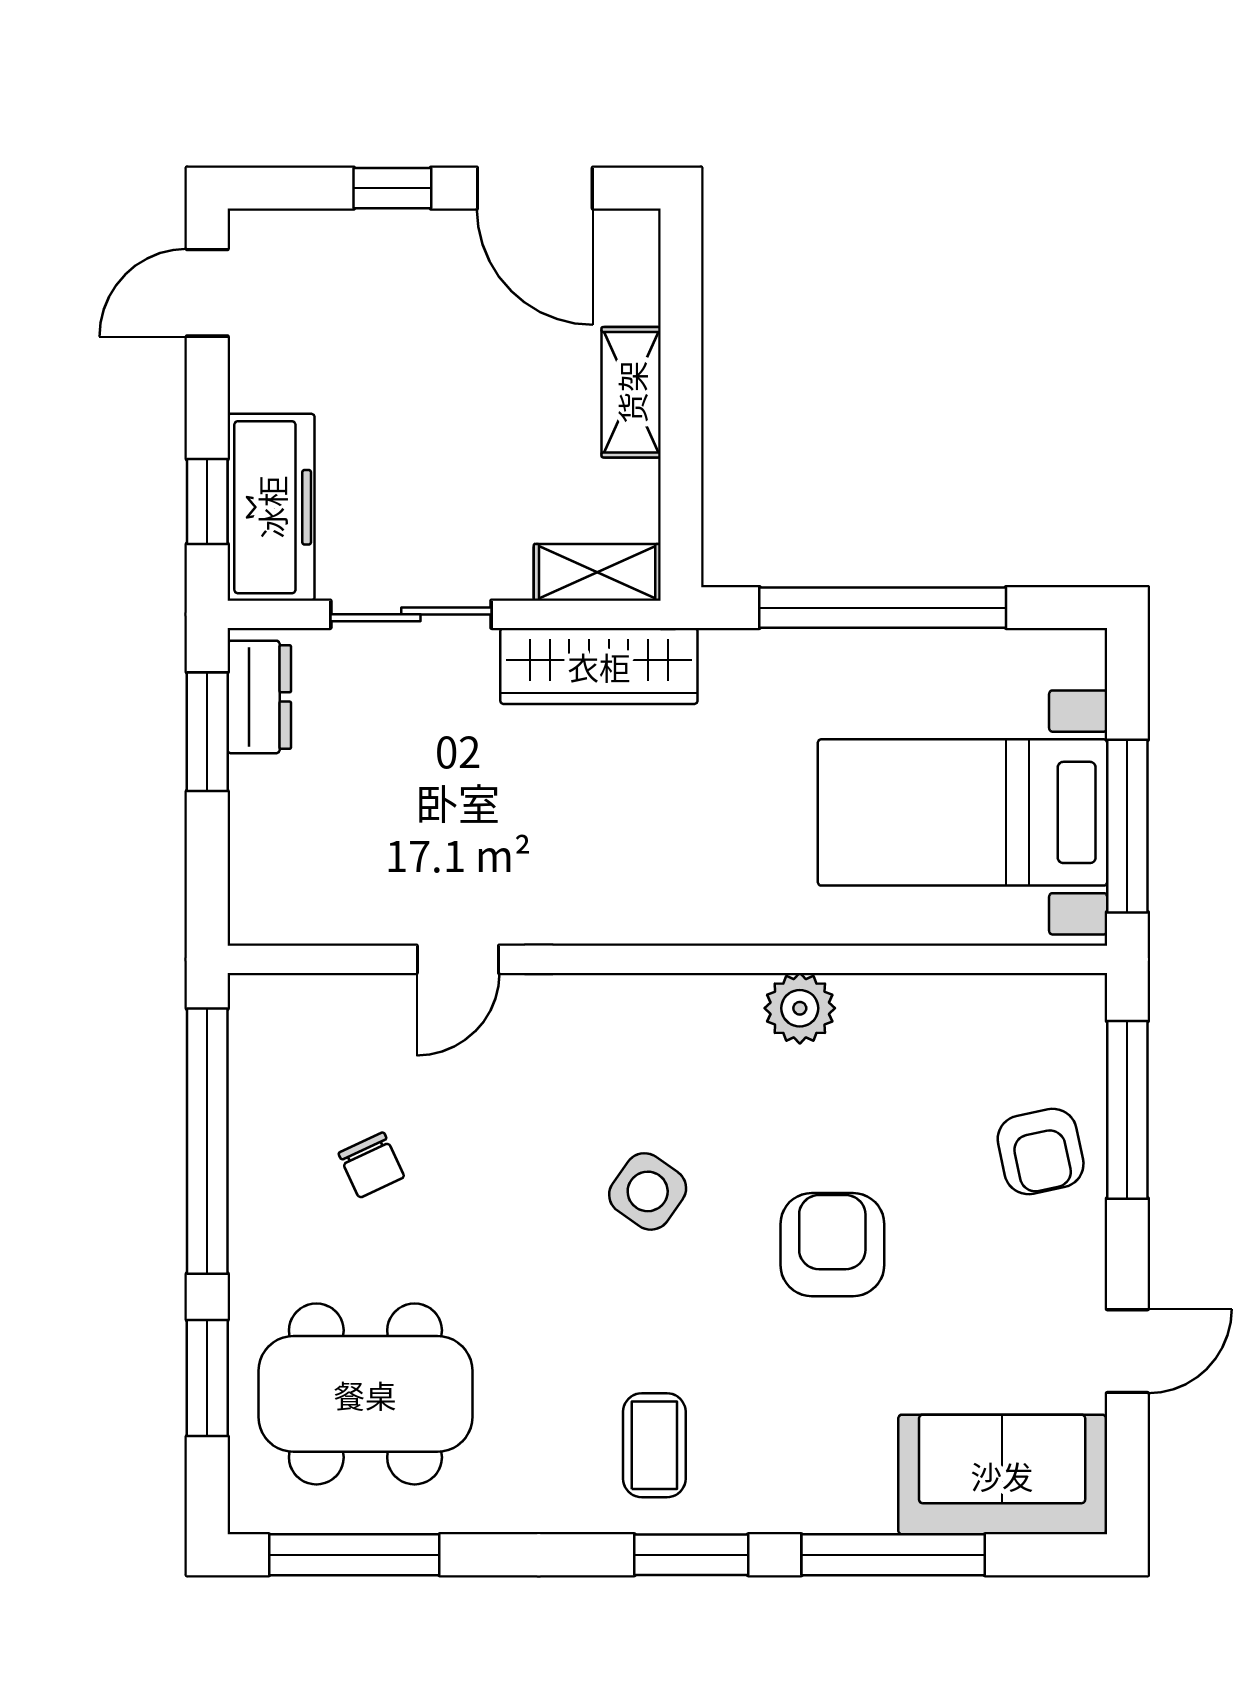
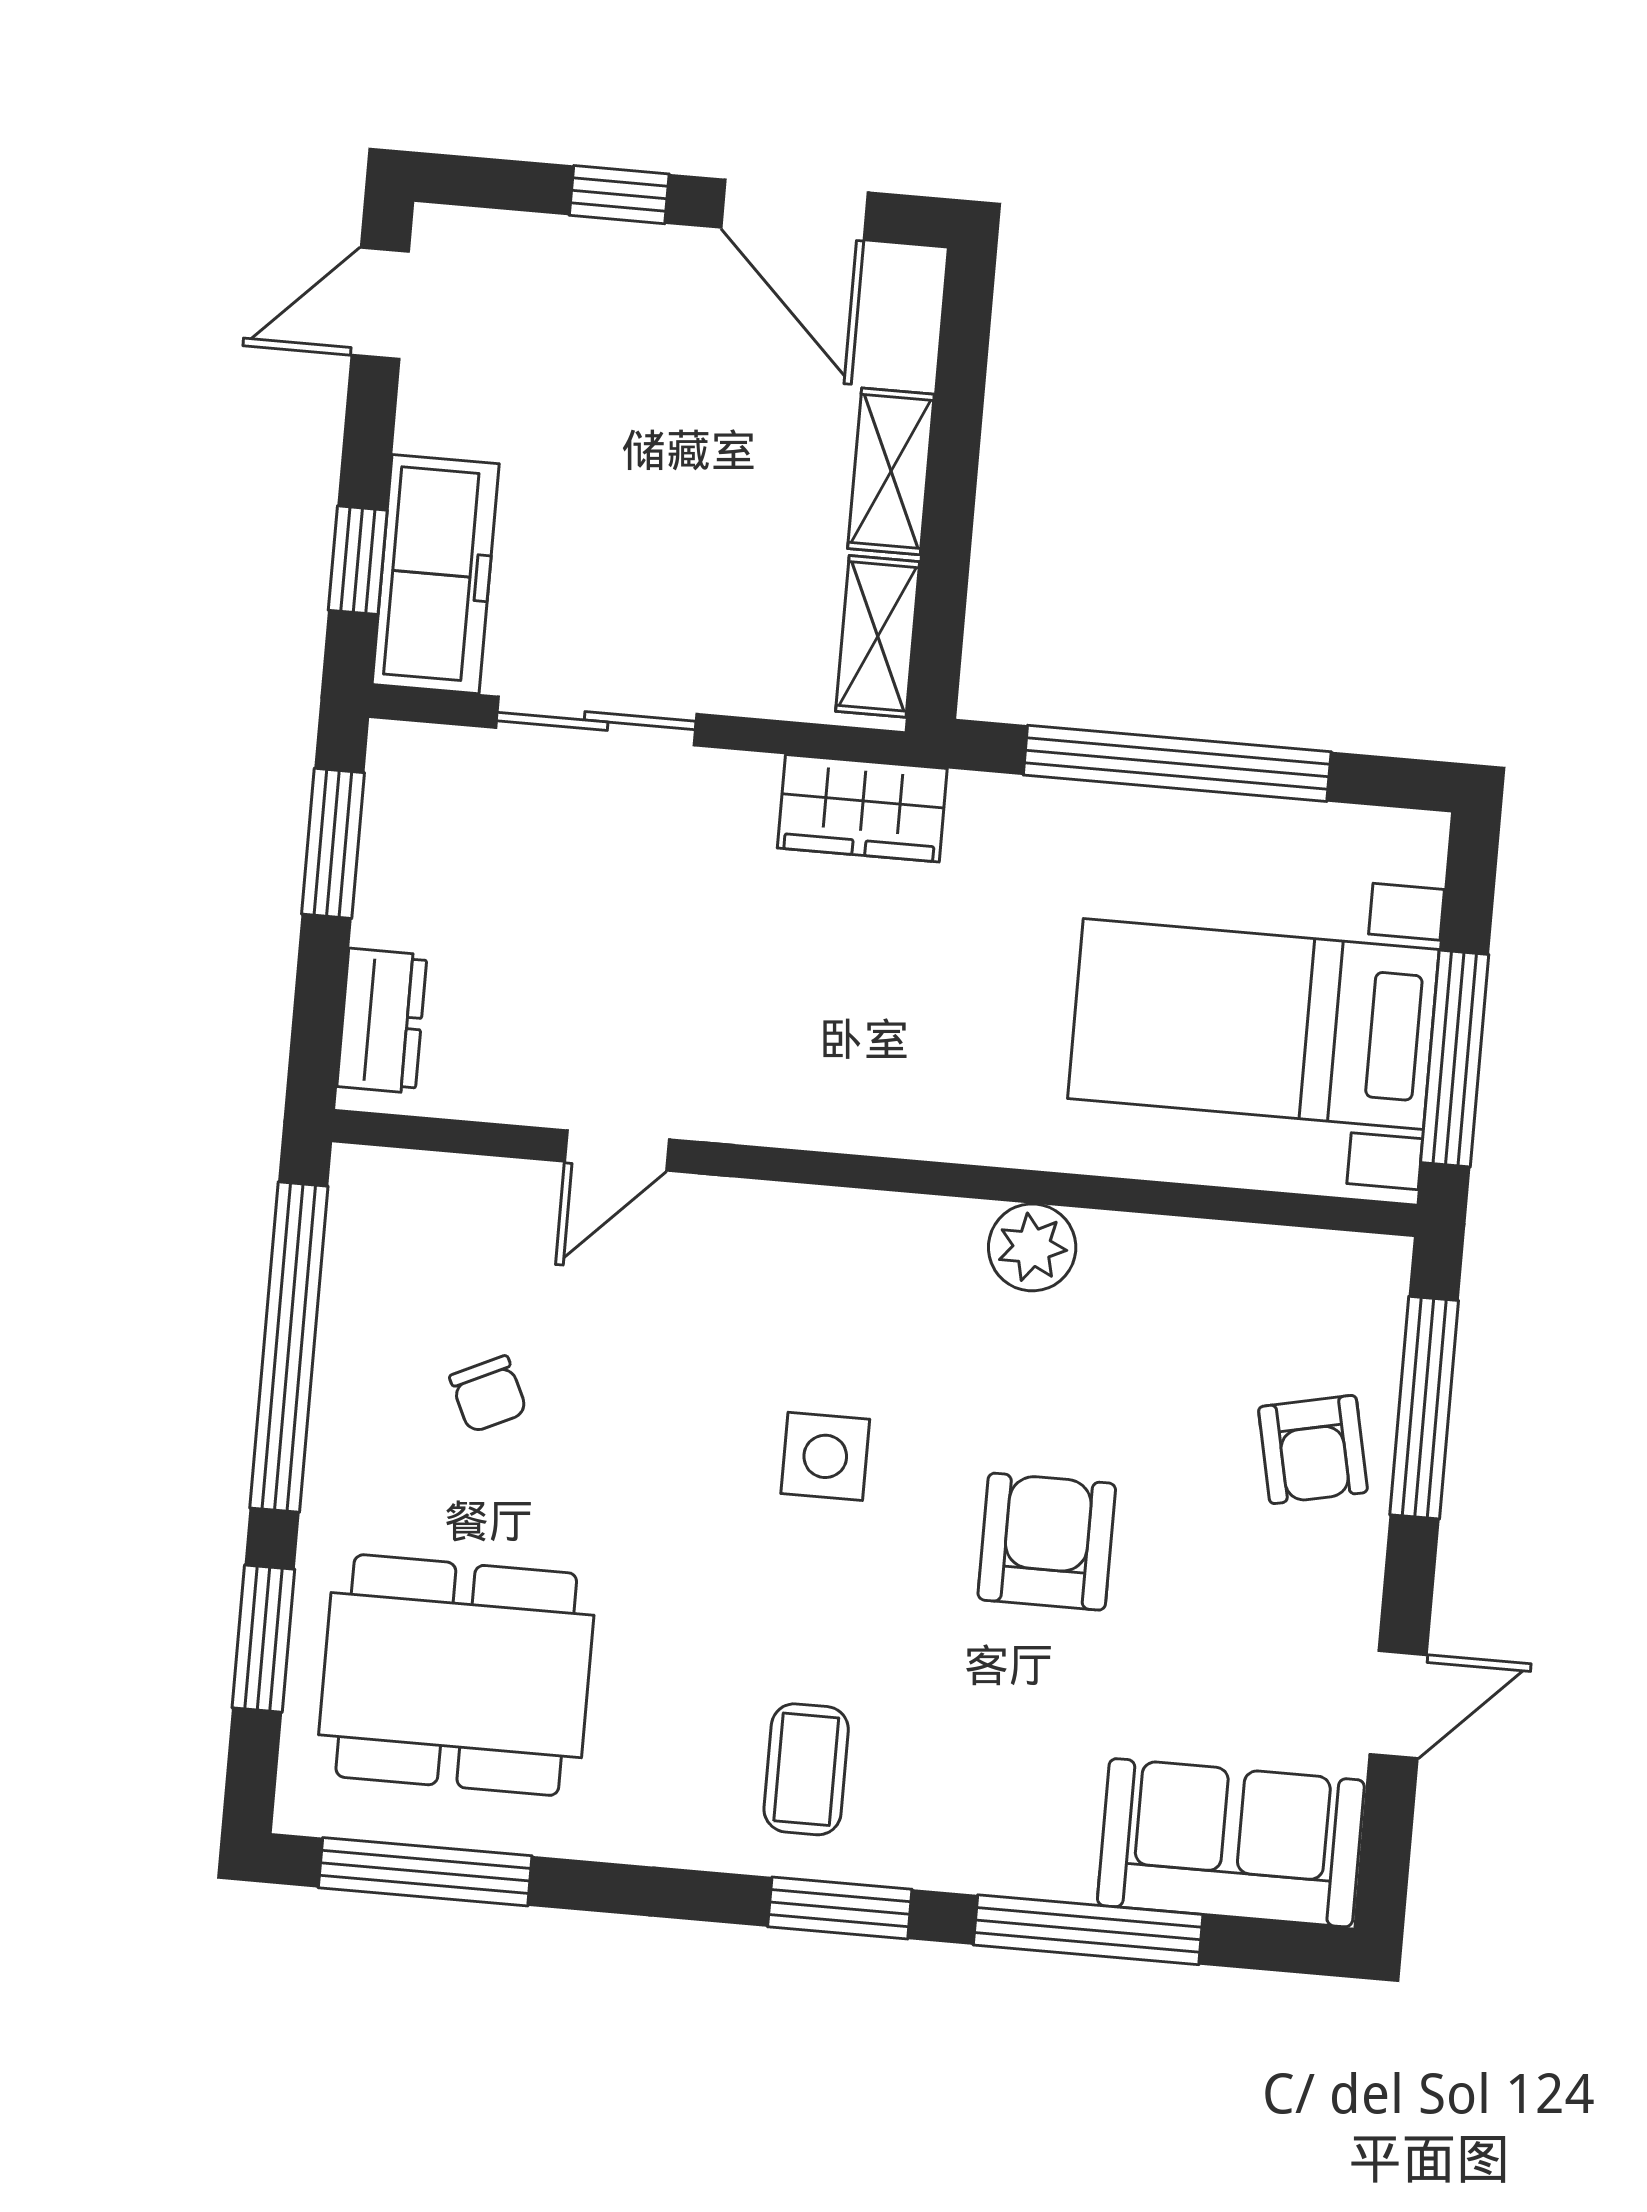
shelving: (597, 572) -> (878, 636), moved, turned 90
wardrobe: (599, 666) -> (862, 808), width x0.67
dresser: (259, 697) -> (382, 1021), moved
side table: (648, 1191) -> (825, 1456), turned -35

